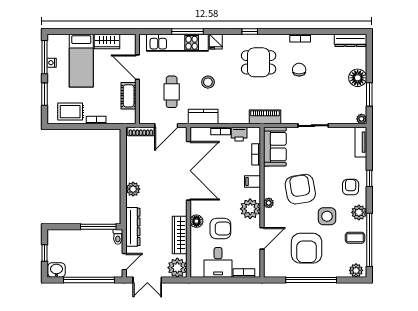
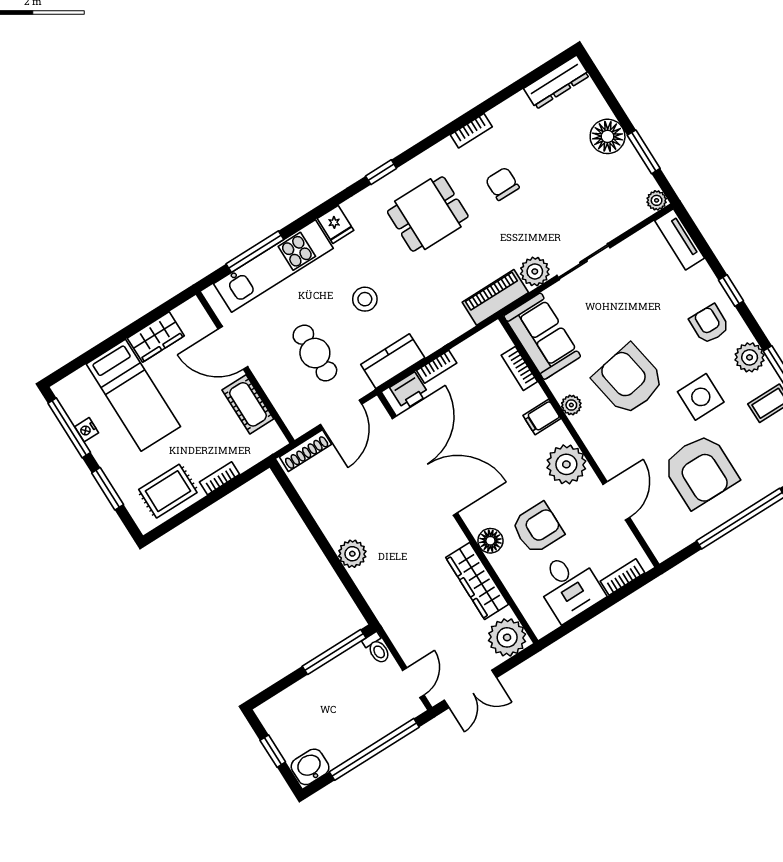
window: (188, 31) -> (255, 252), moved
plant: (289, 117) -> (535, 271), added
printer: (239, 134) -> (409, 391), moved
plant: (269, 203) -> (571, 405), moved
dresser: (133, 227) -> (391, 616), removed

